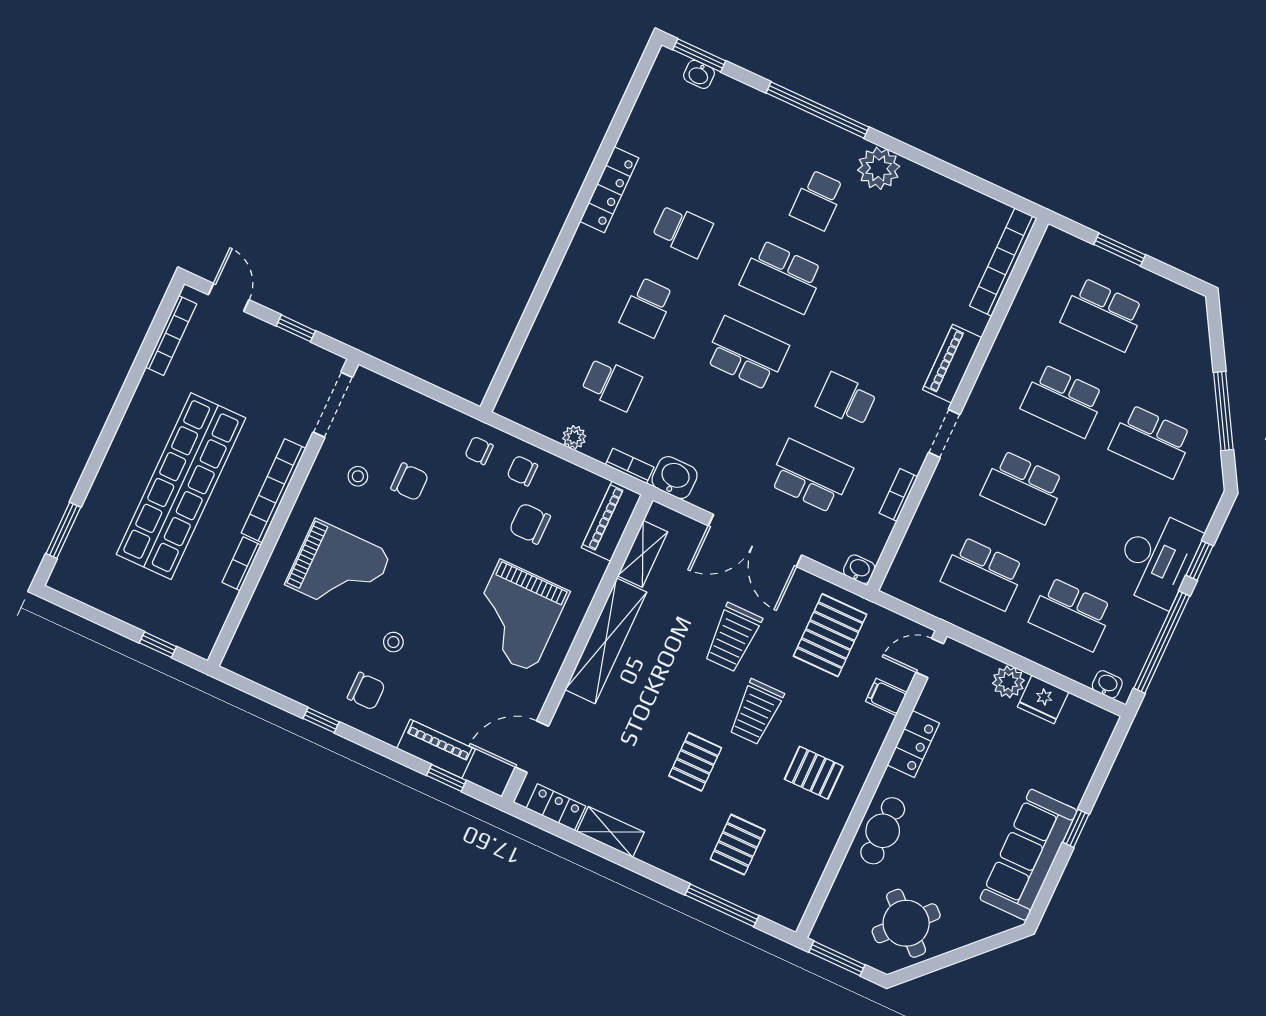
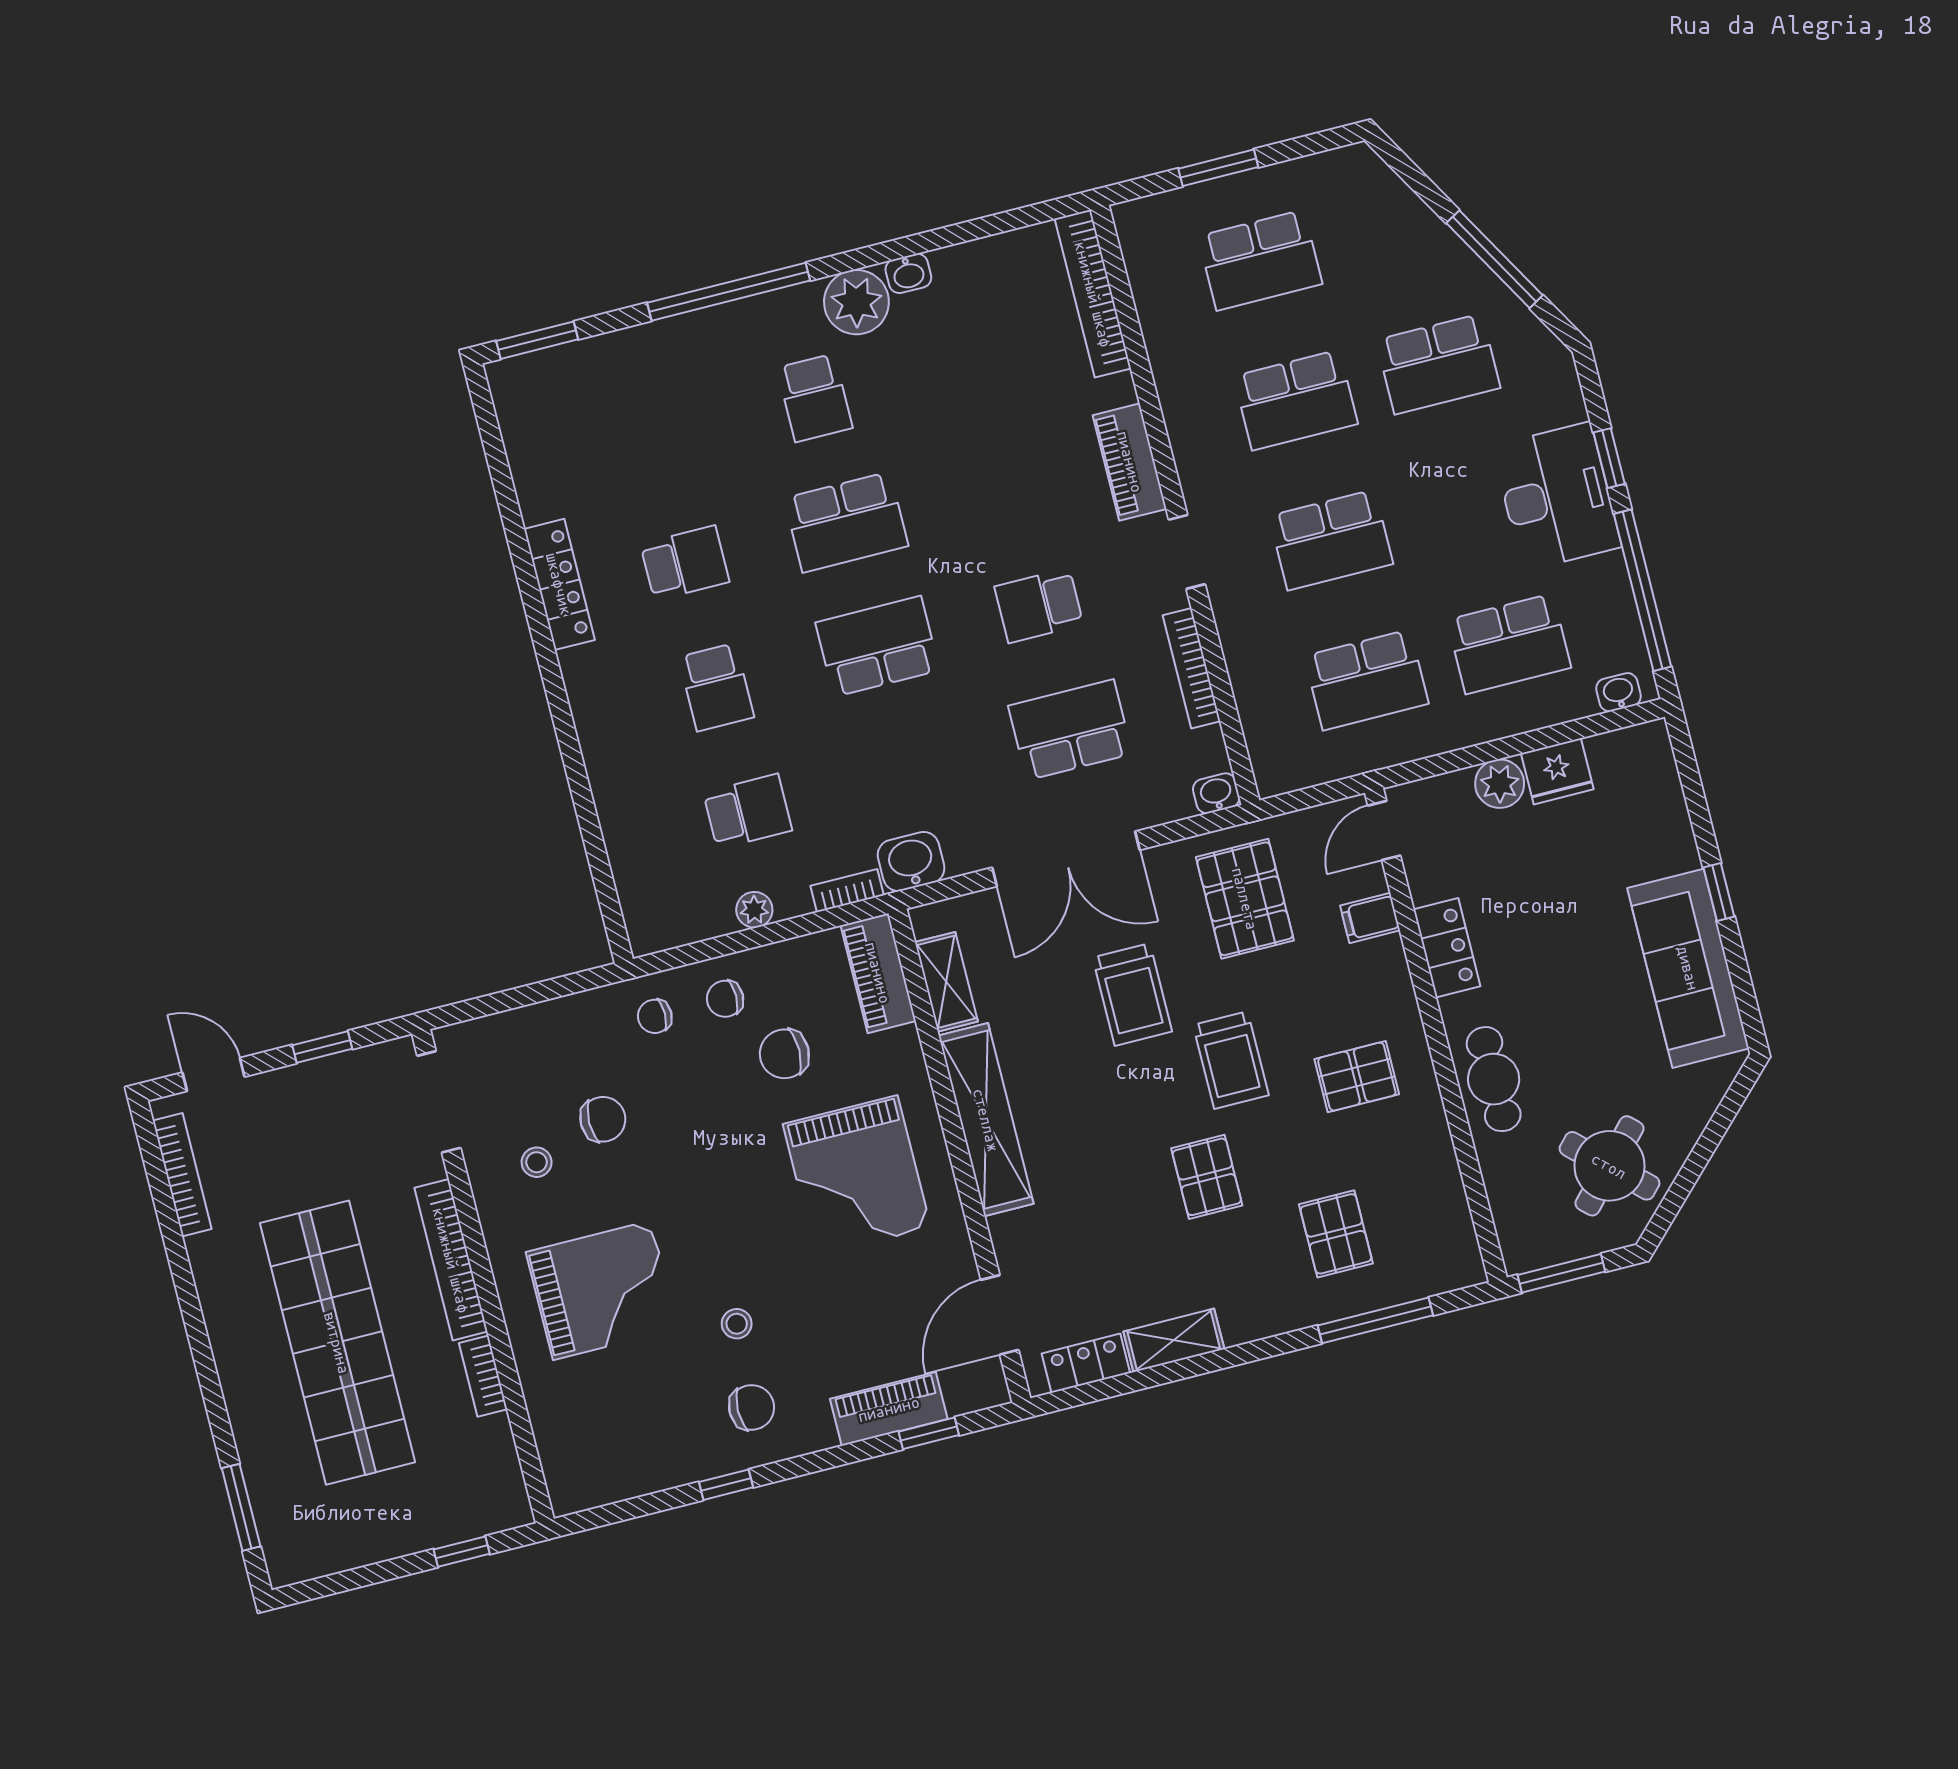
washbasin: (699, 74) -> (908, 273), moved
bookcase: (898, 495) -> (1191, 668), width x1.56

